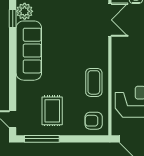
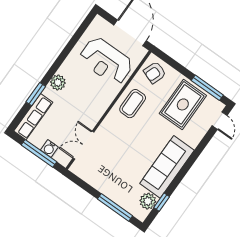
rug: (52, 111) -> (183, 104), width x1.36, depth x1.43
armchair: (94, 121) -> (155, 73), turned 110

